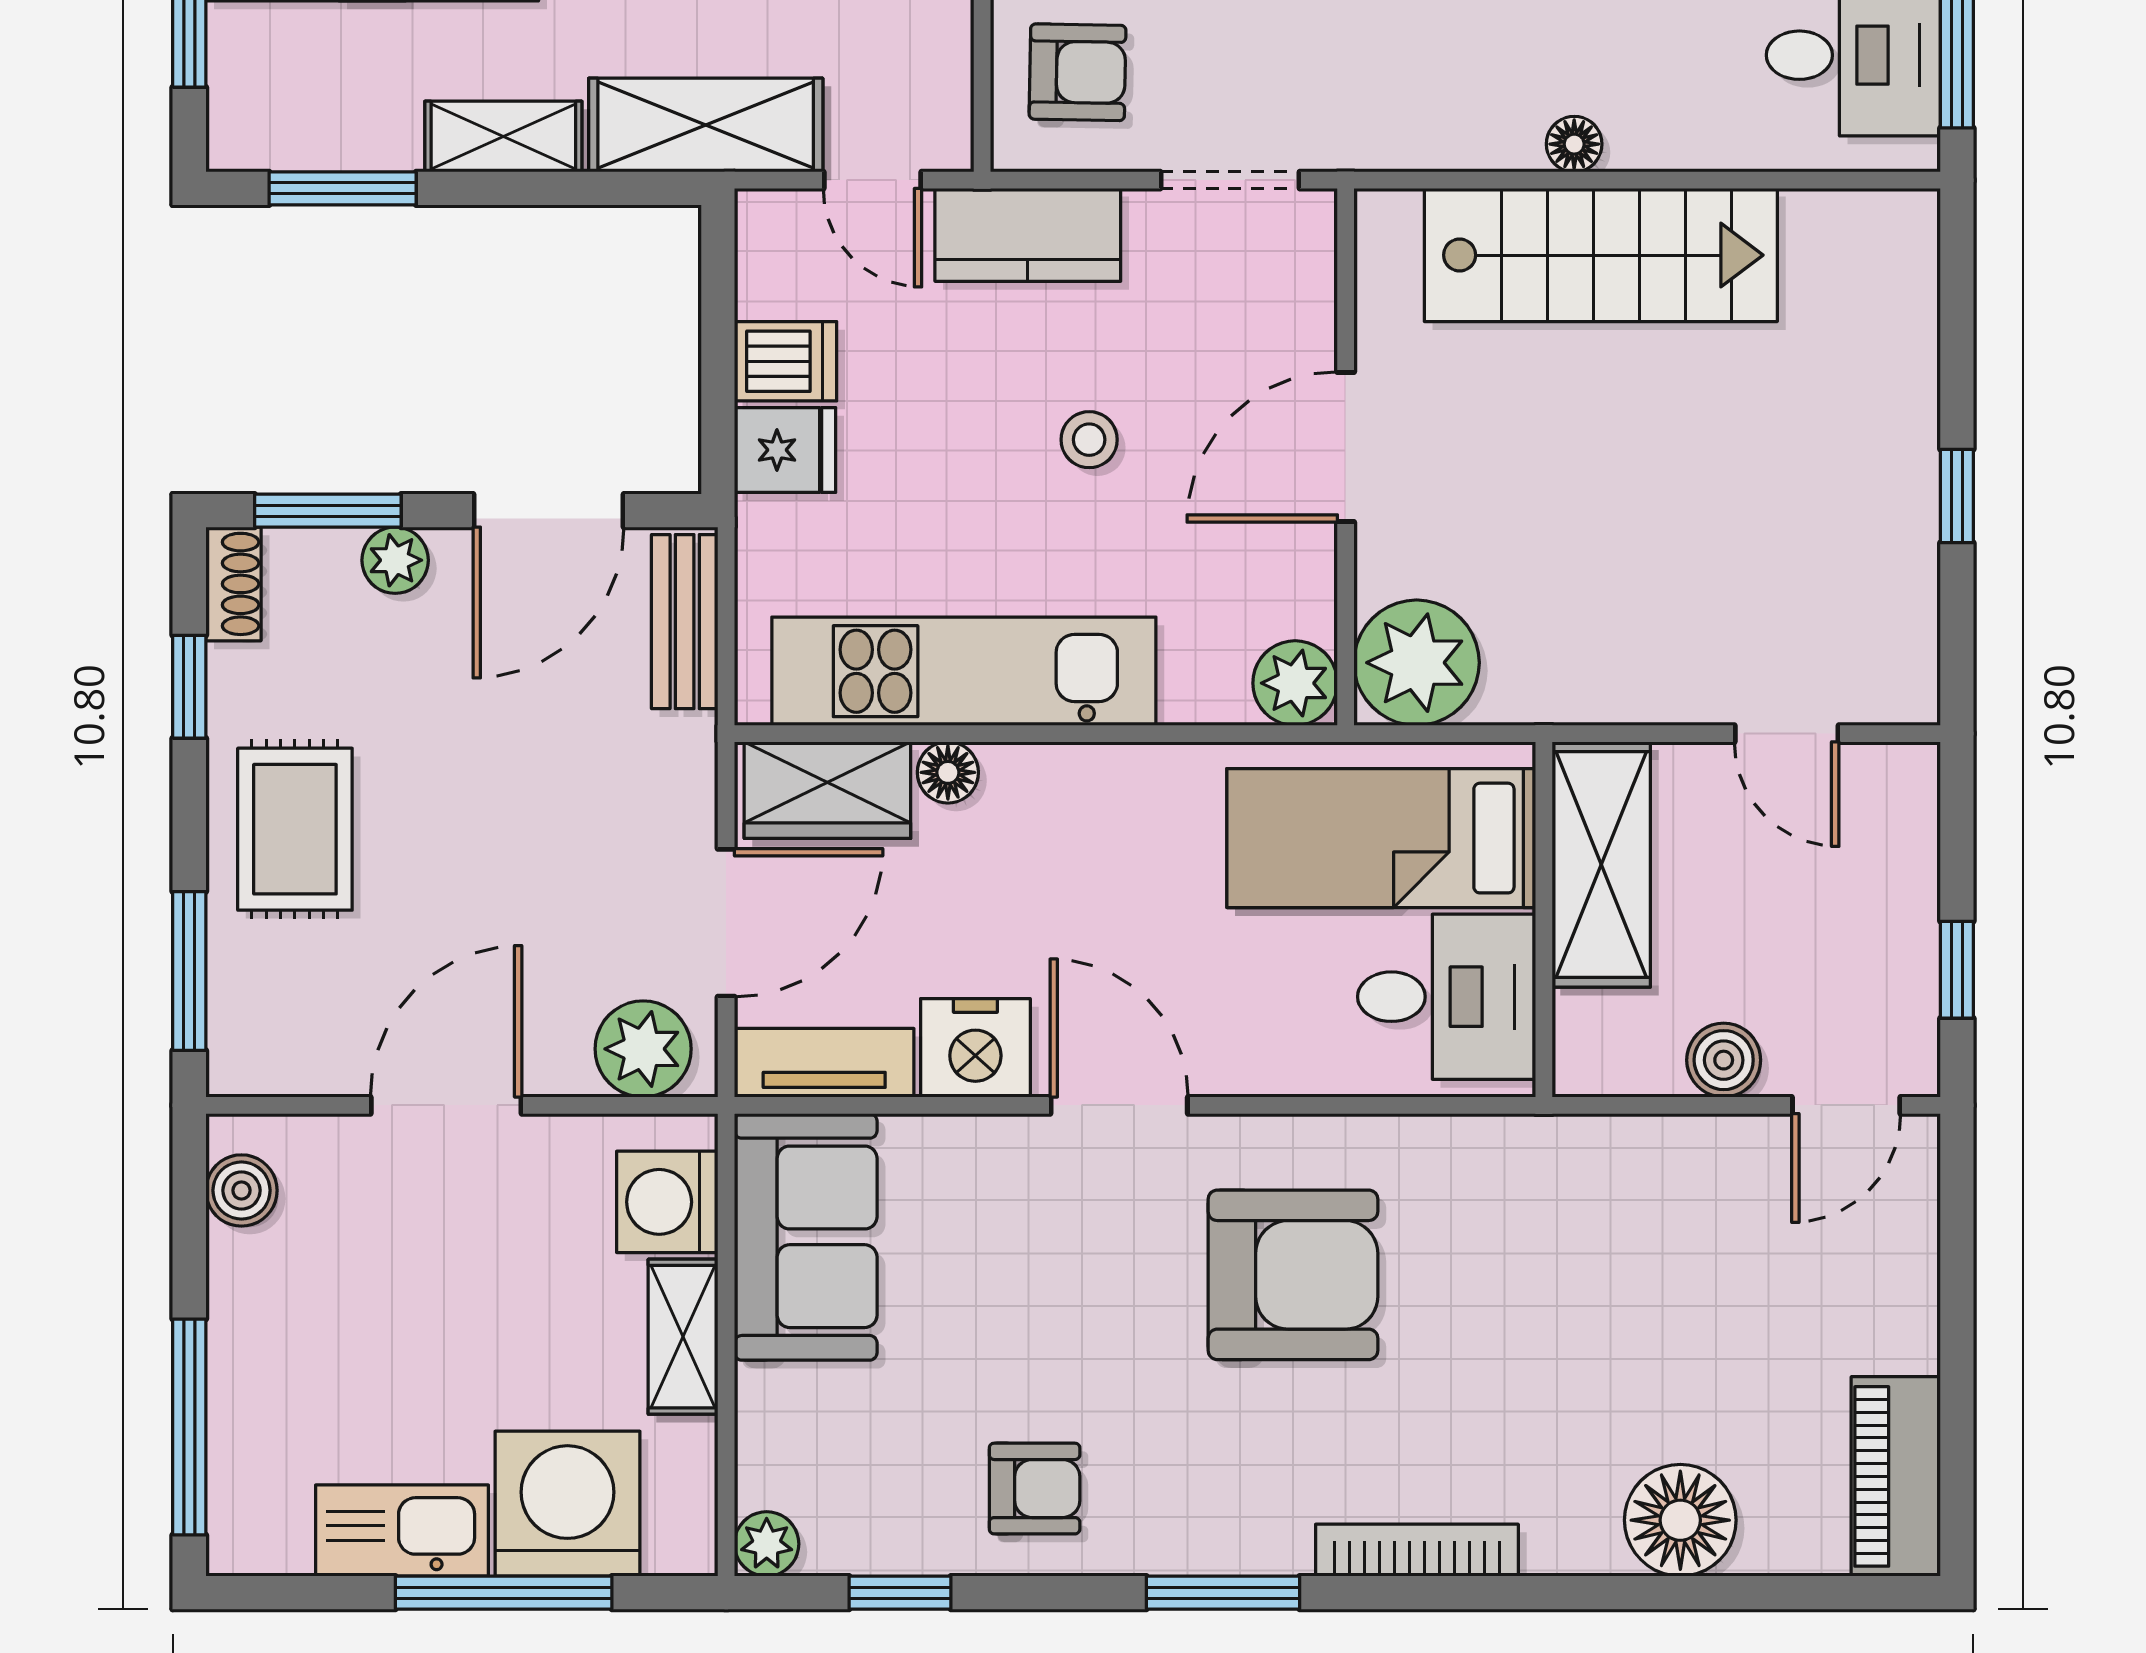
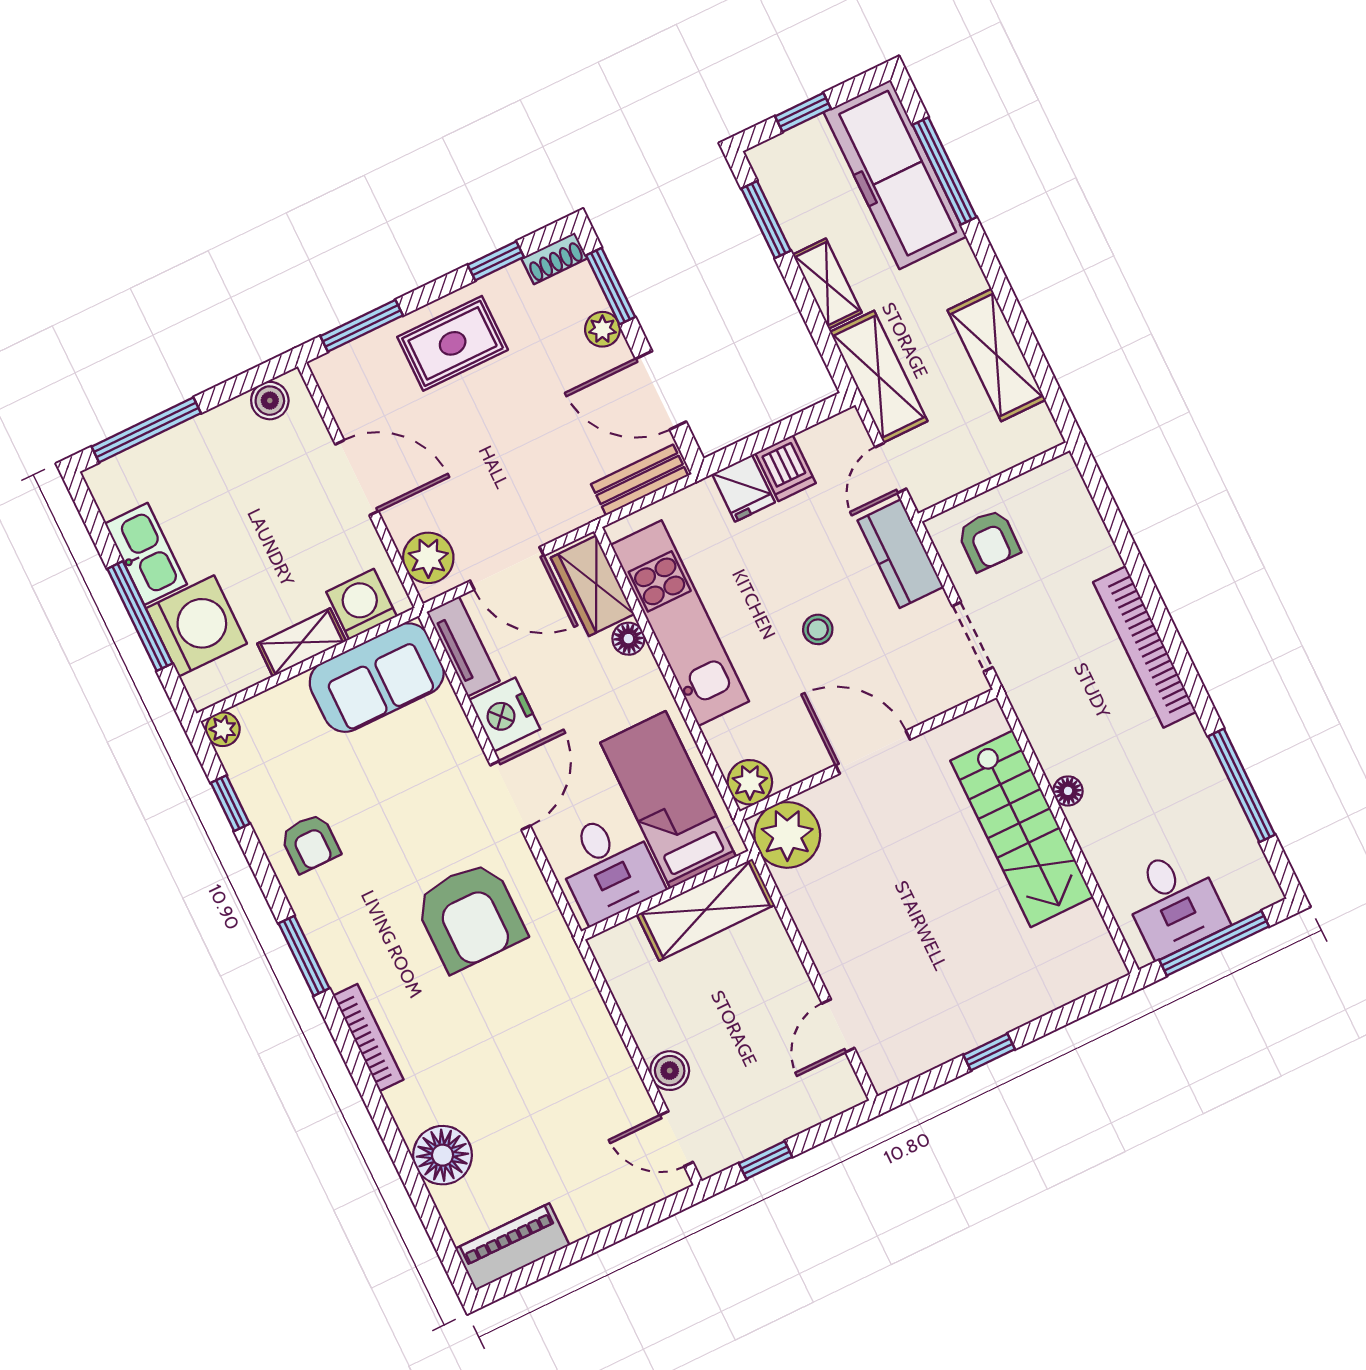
bed: (1381, 838) -> (668, 800), moved
shelving: (1601, 865) -> (706, 910), moved
wall: (1544, 919) -> (667, 895), moved
desk: (1447, 997) -> (608, 867), moved

